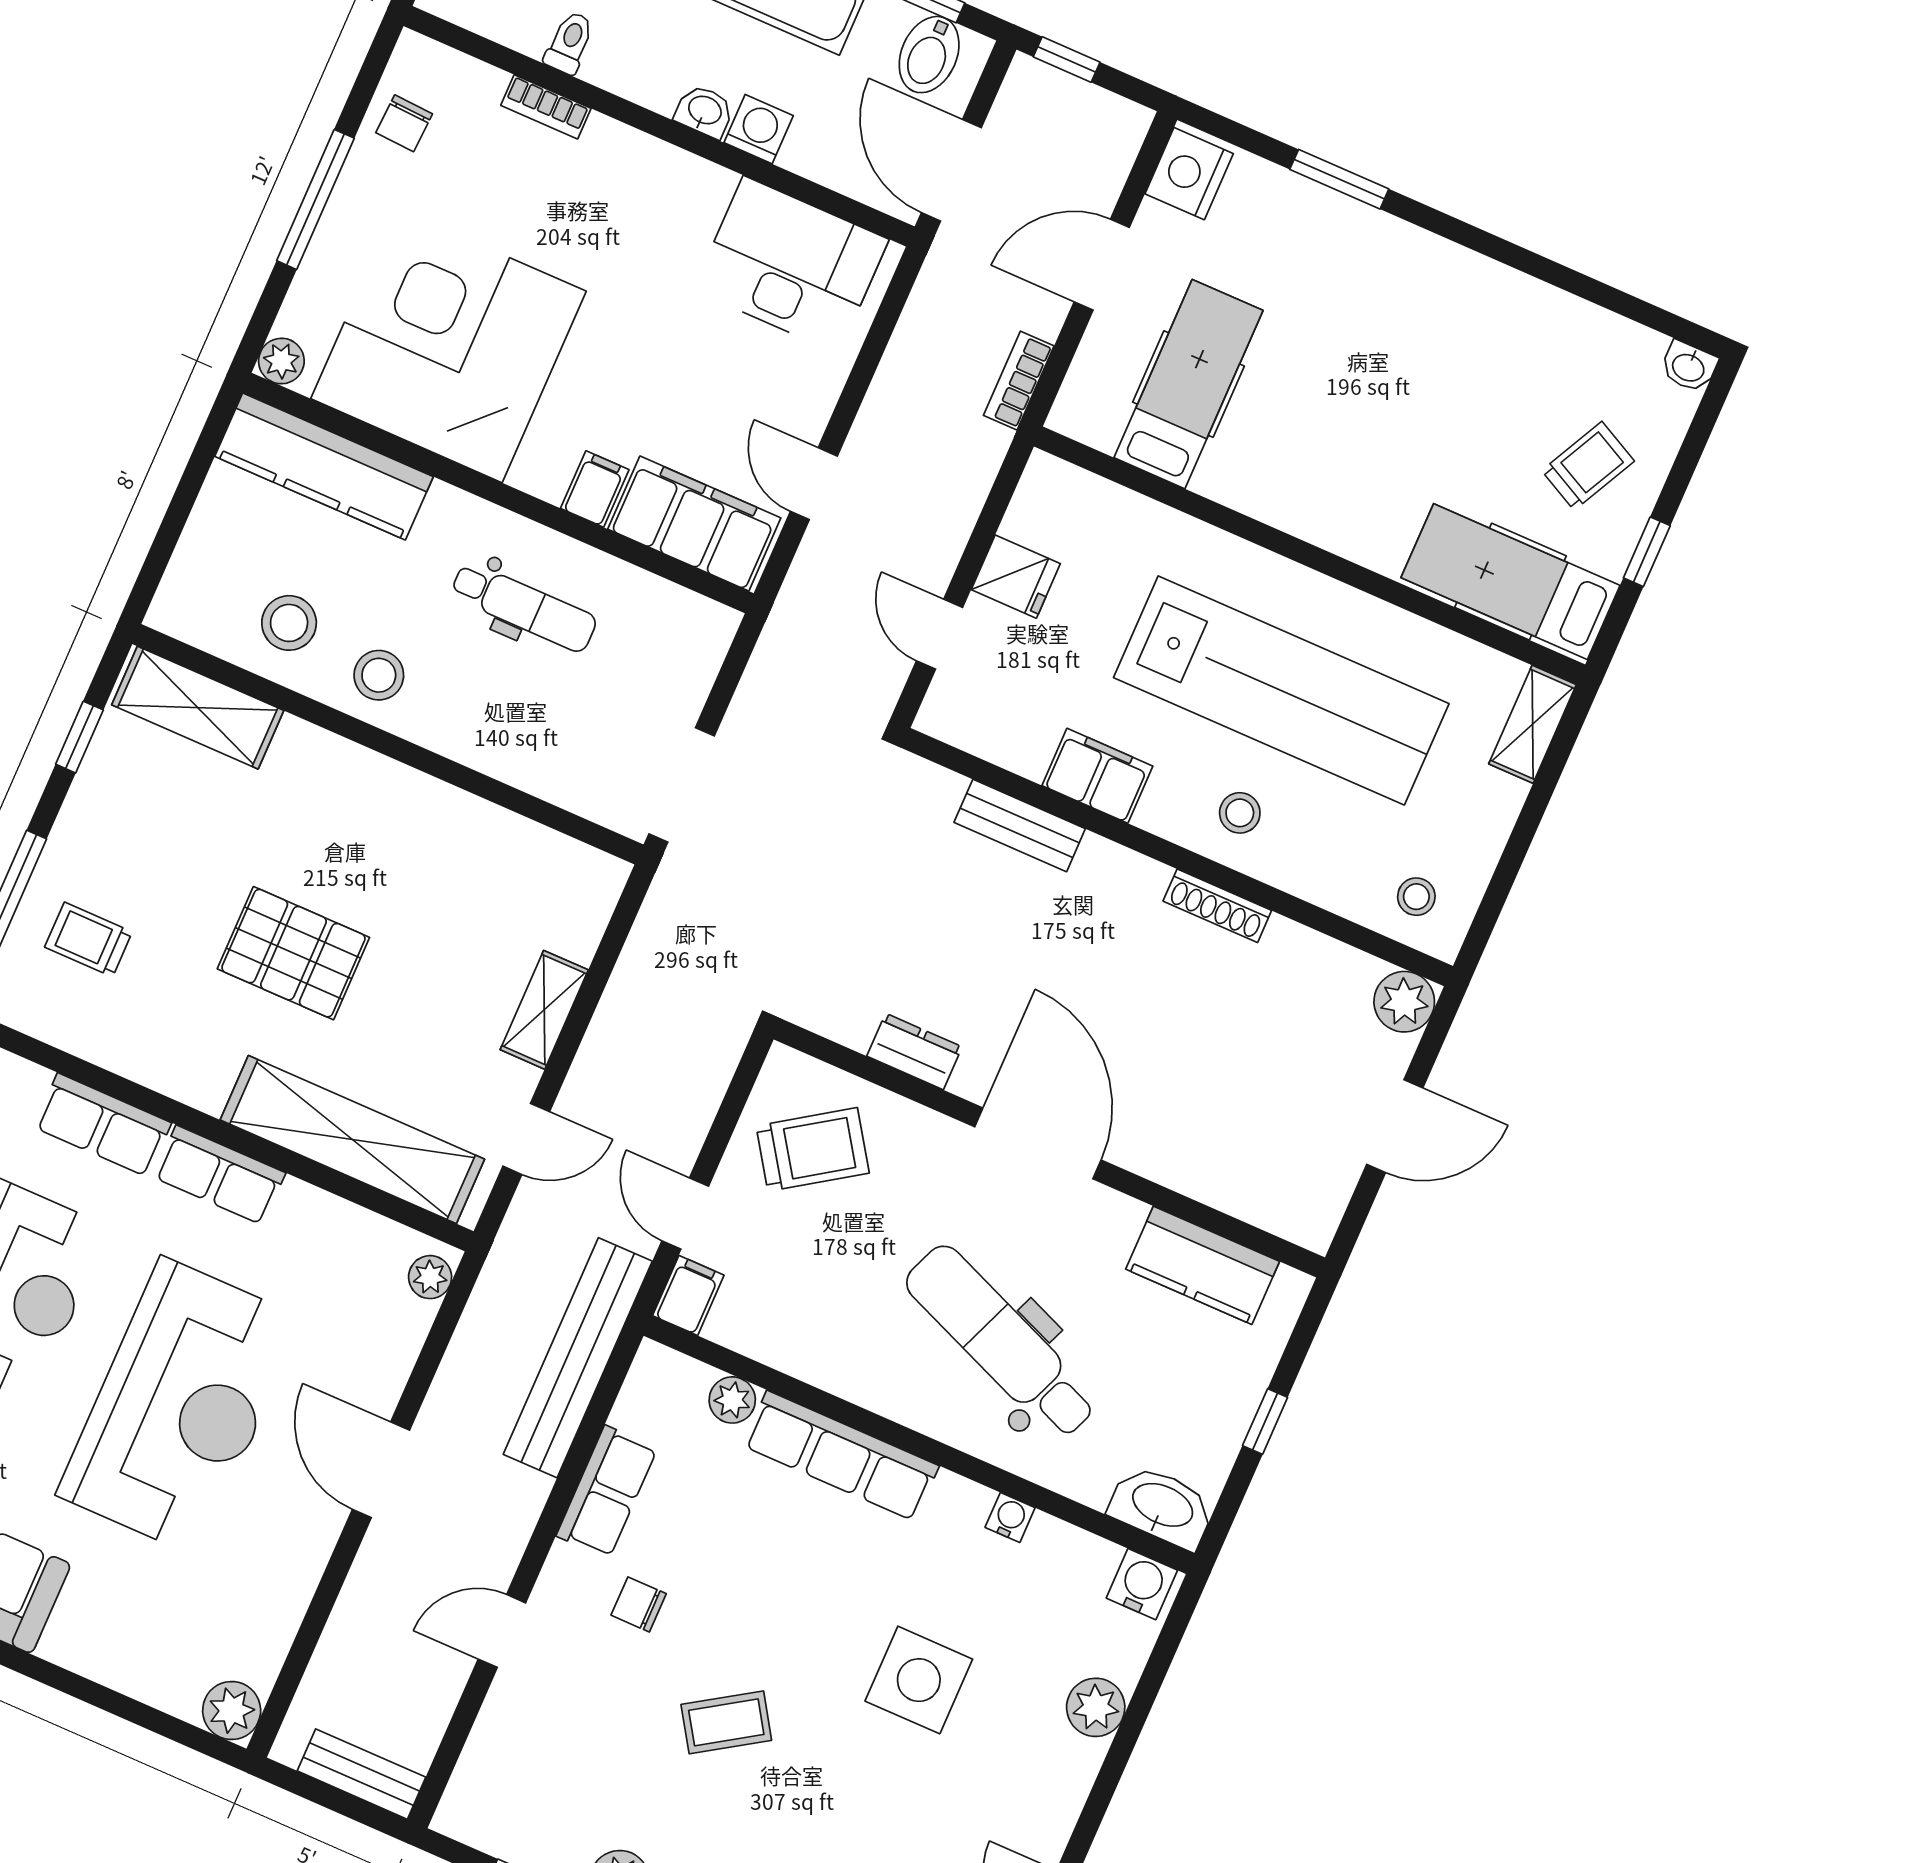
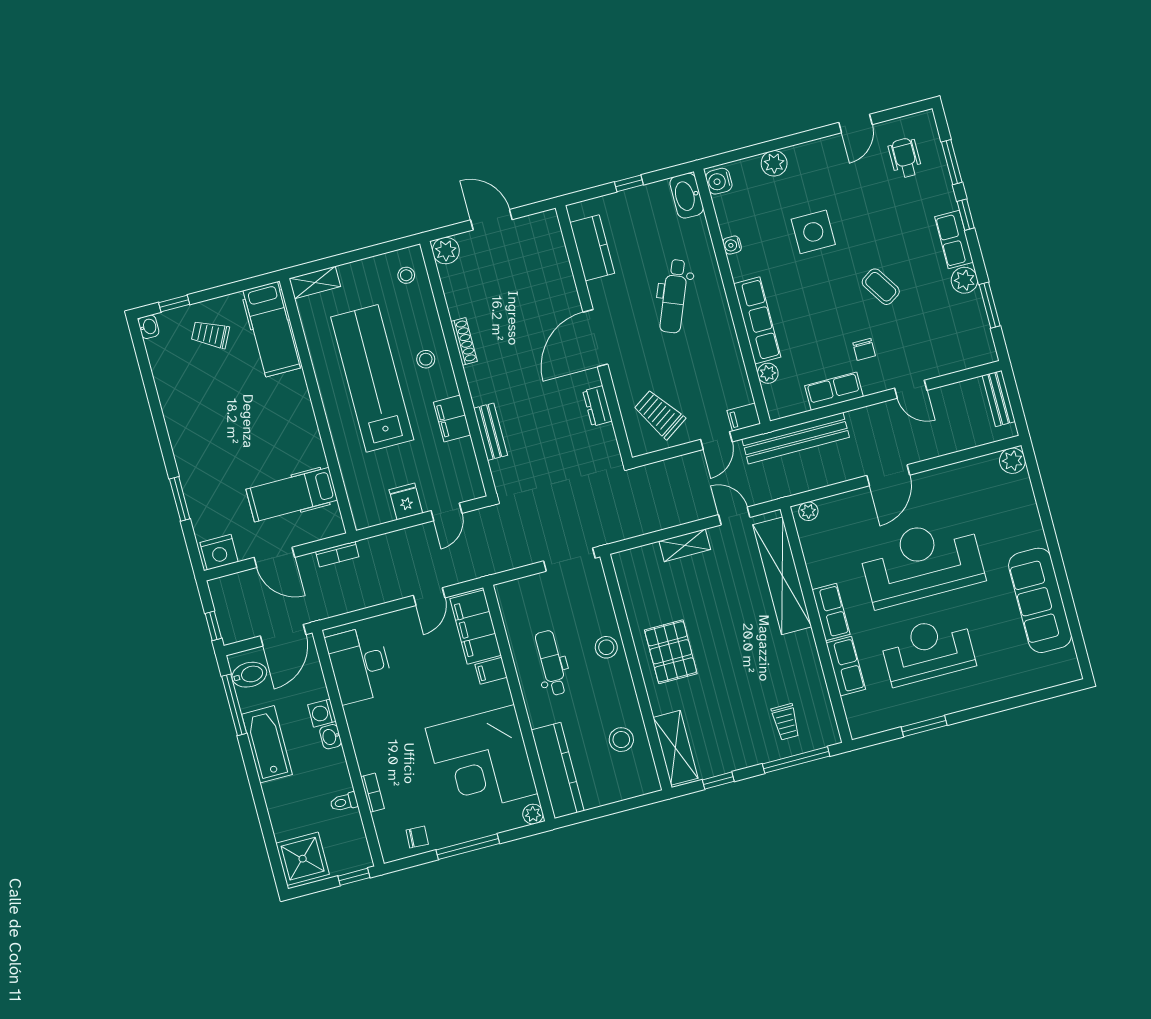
window: (1647, 552) -> (174, 304), moved
stool: (379, 675) -> (606, 647), moved
pallet: (293, 953) -> (671, 652), moved
dental chair: (1001, 1342) -> (674, 296), width x0.73, depth x0.72

